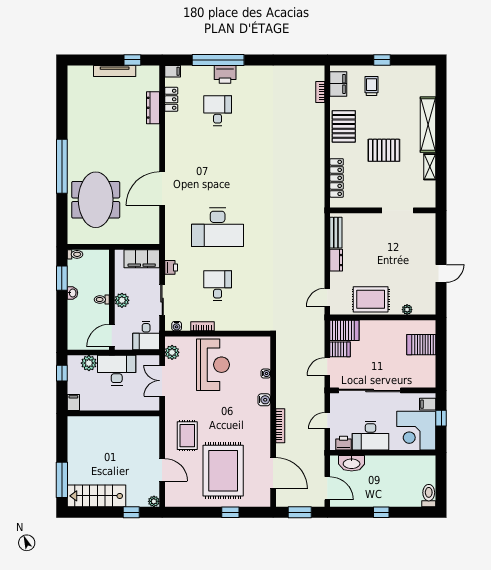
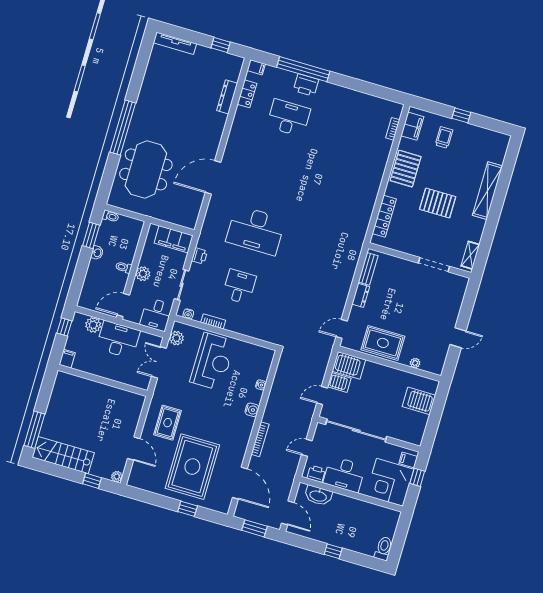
tv unit: (115, 71) -> (175, 43), moved
desk: (218, 111) -> (288, 118), width x1.37
shelving: (430, 167) -> (470, 255), moved

